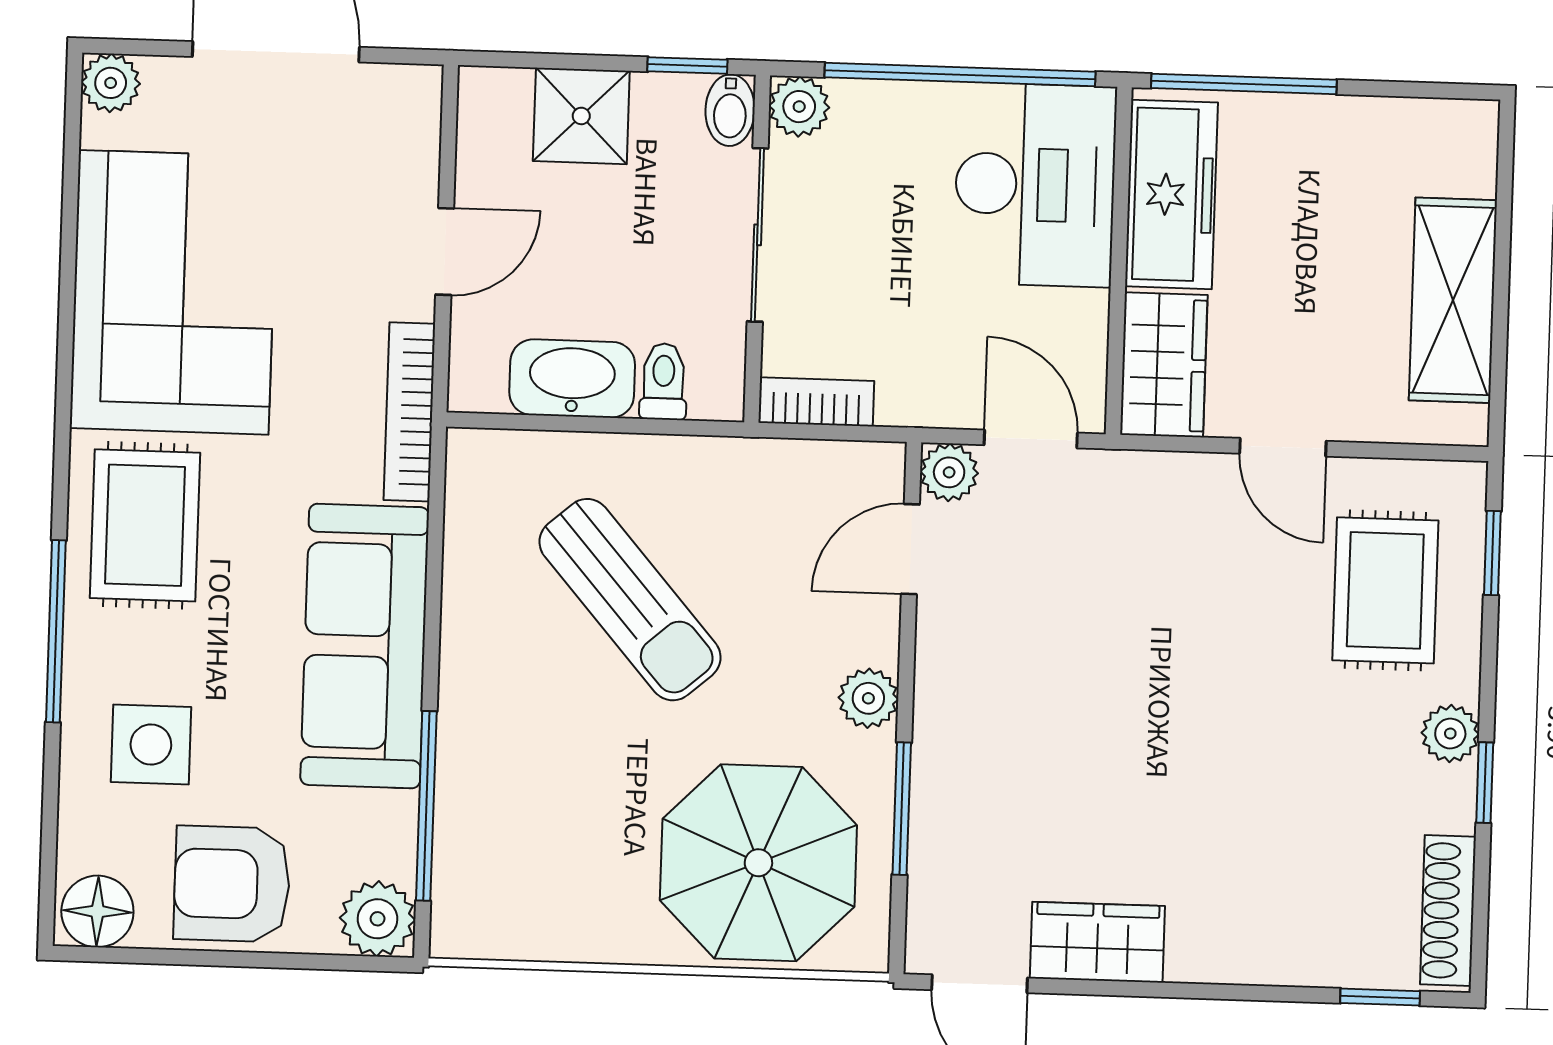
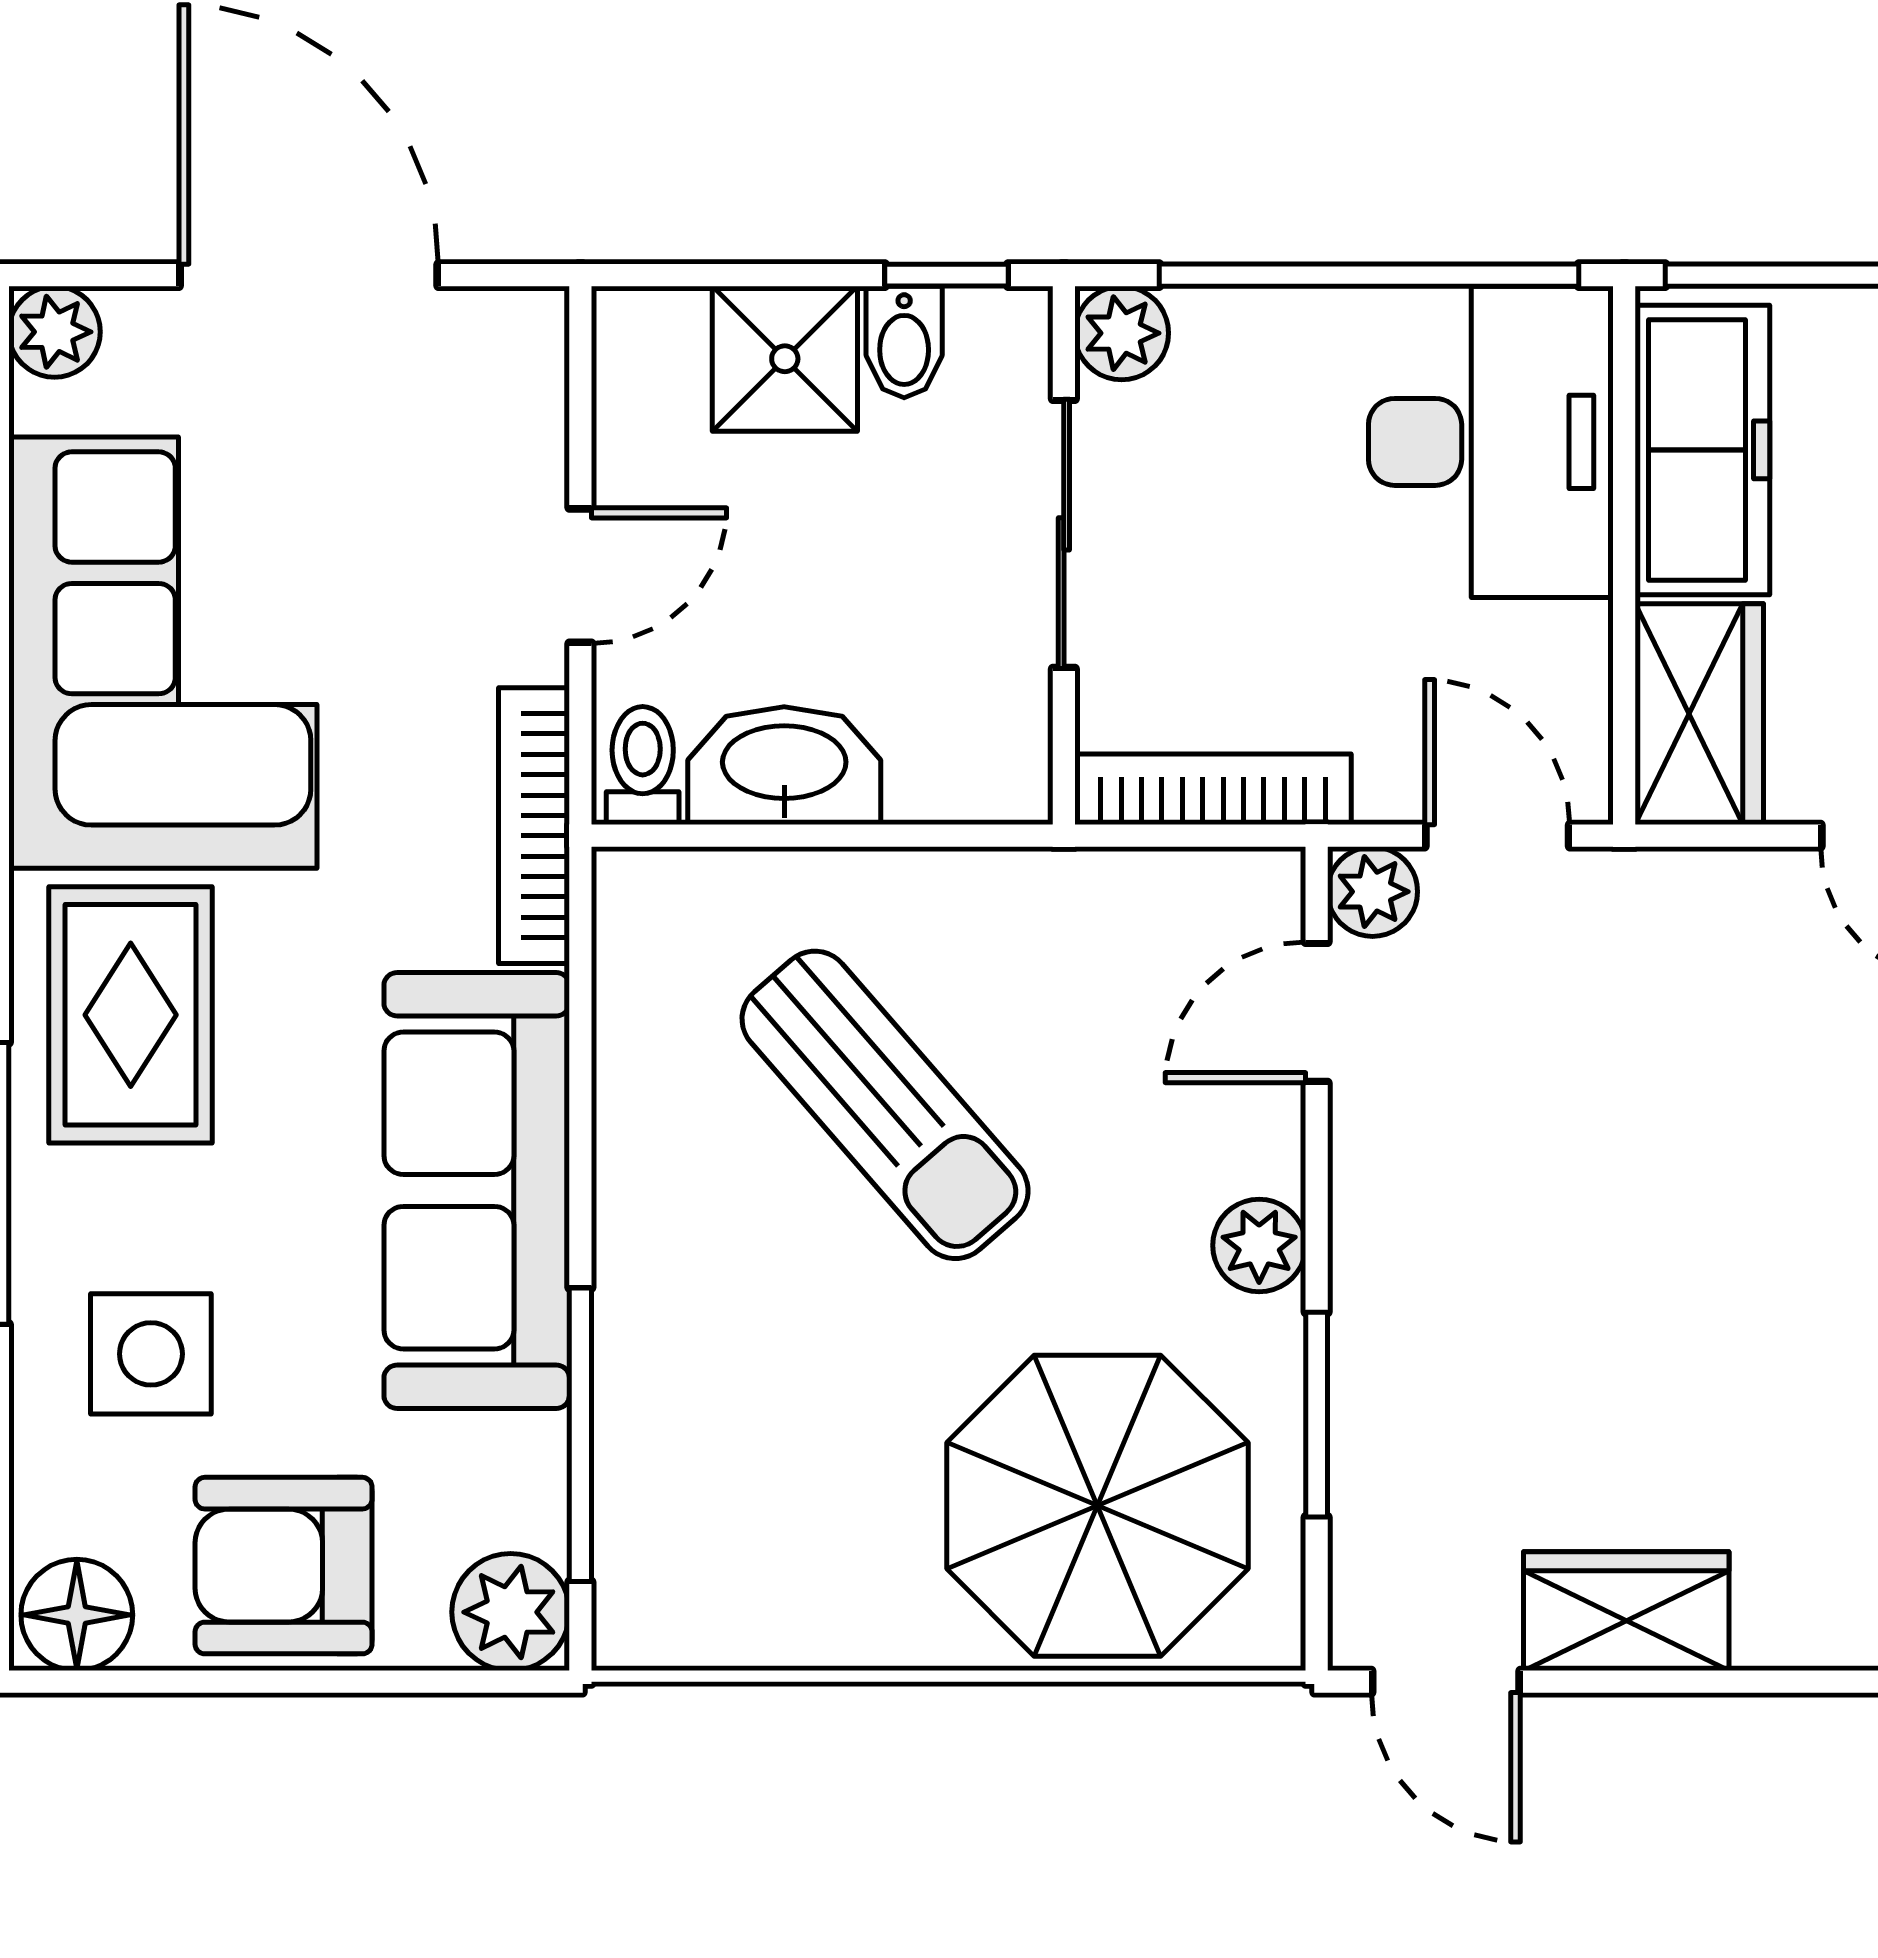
bidet: (730, 110) -> (904, 342), moved
toilet: (663, 381) -> (643, 766), moved
bookcase: (816, 402) -> (1213, 789), width x1.56

